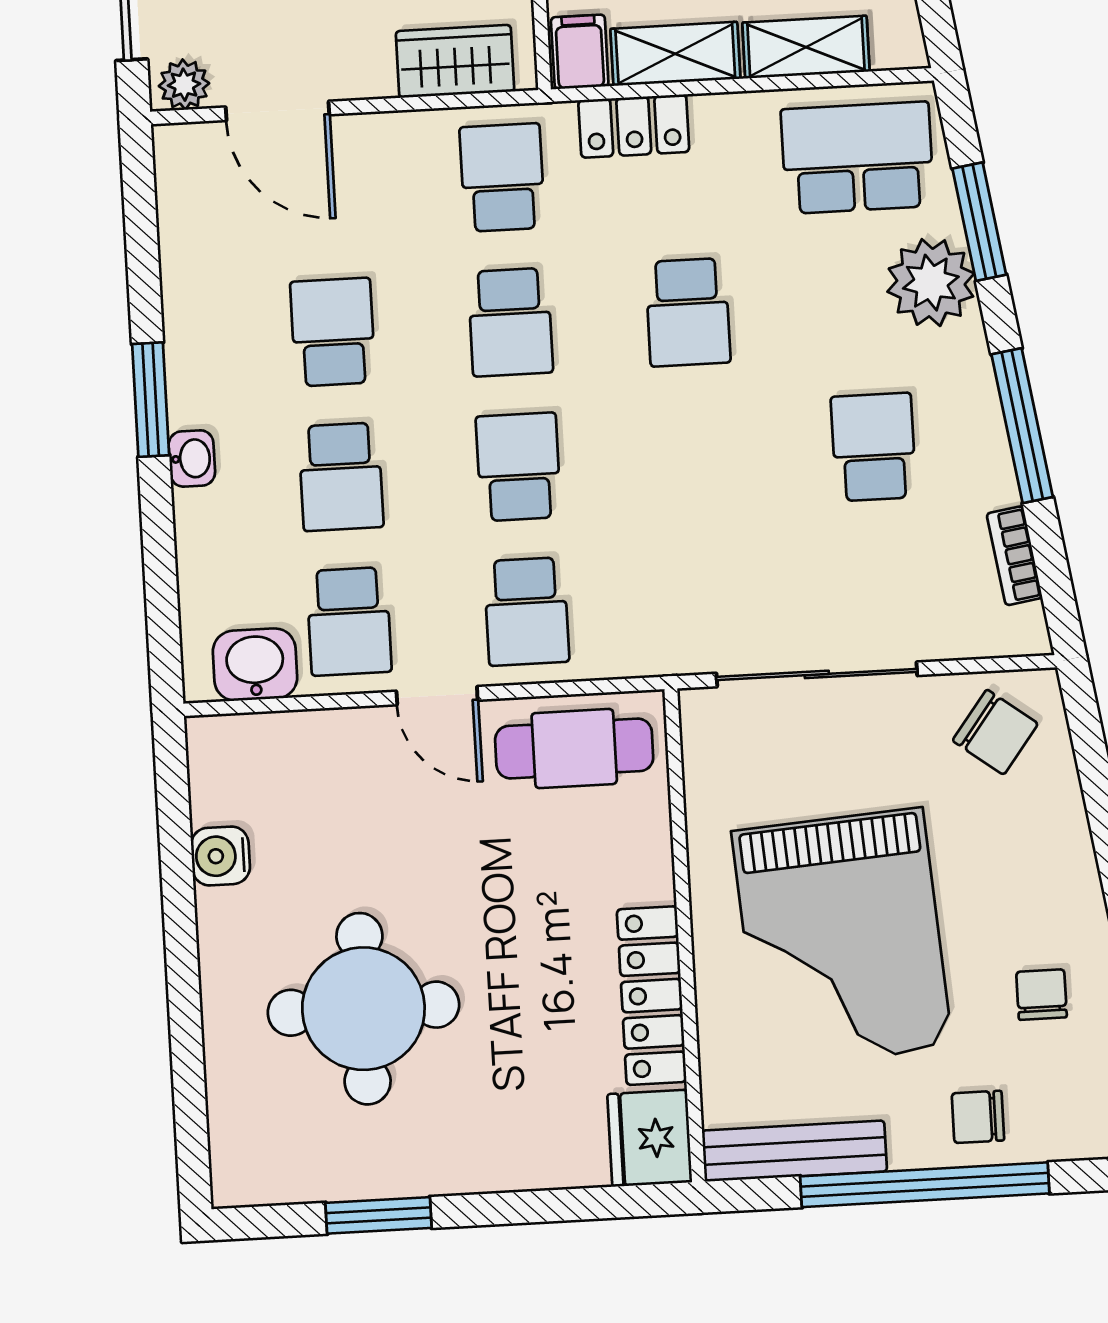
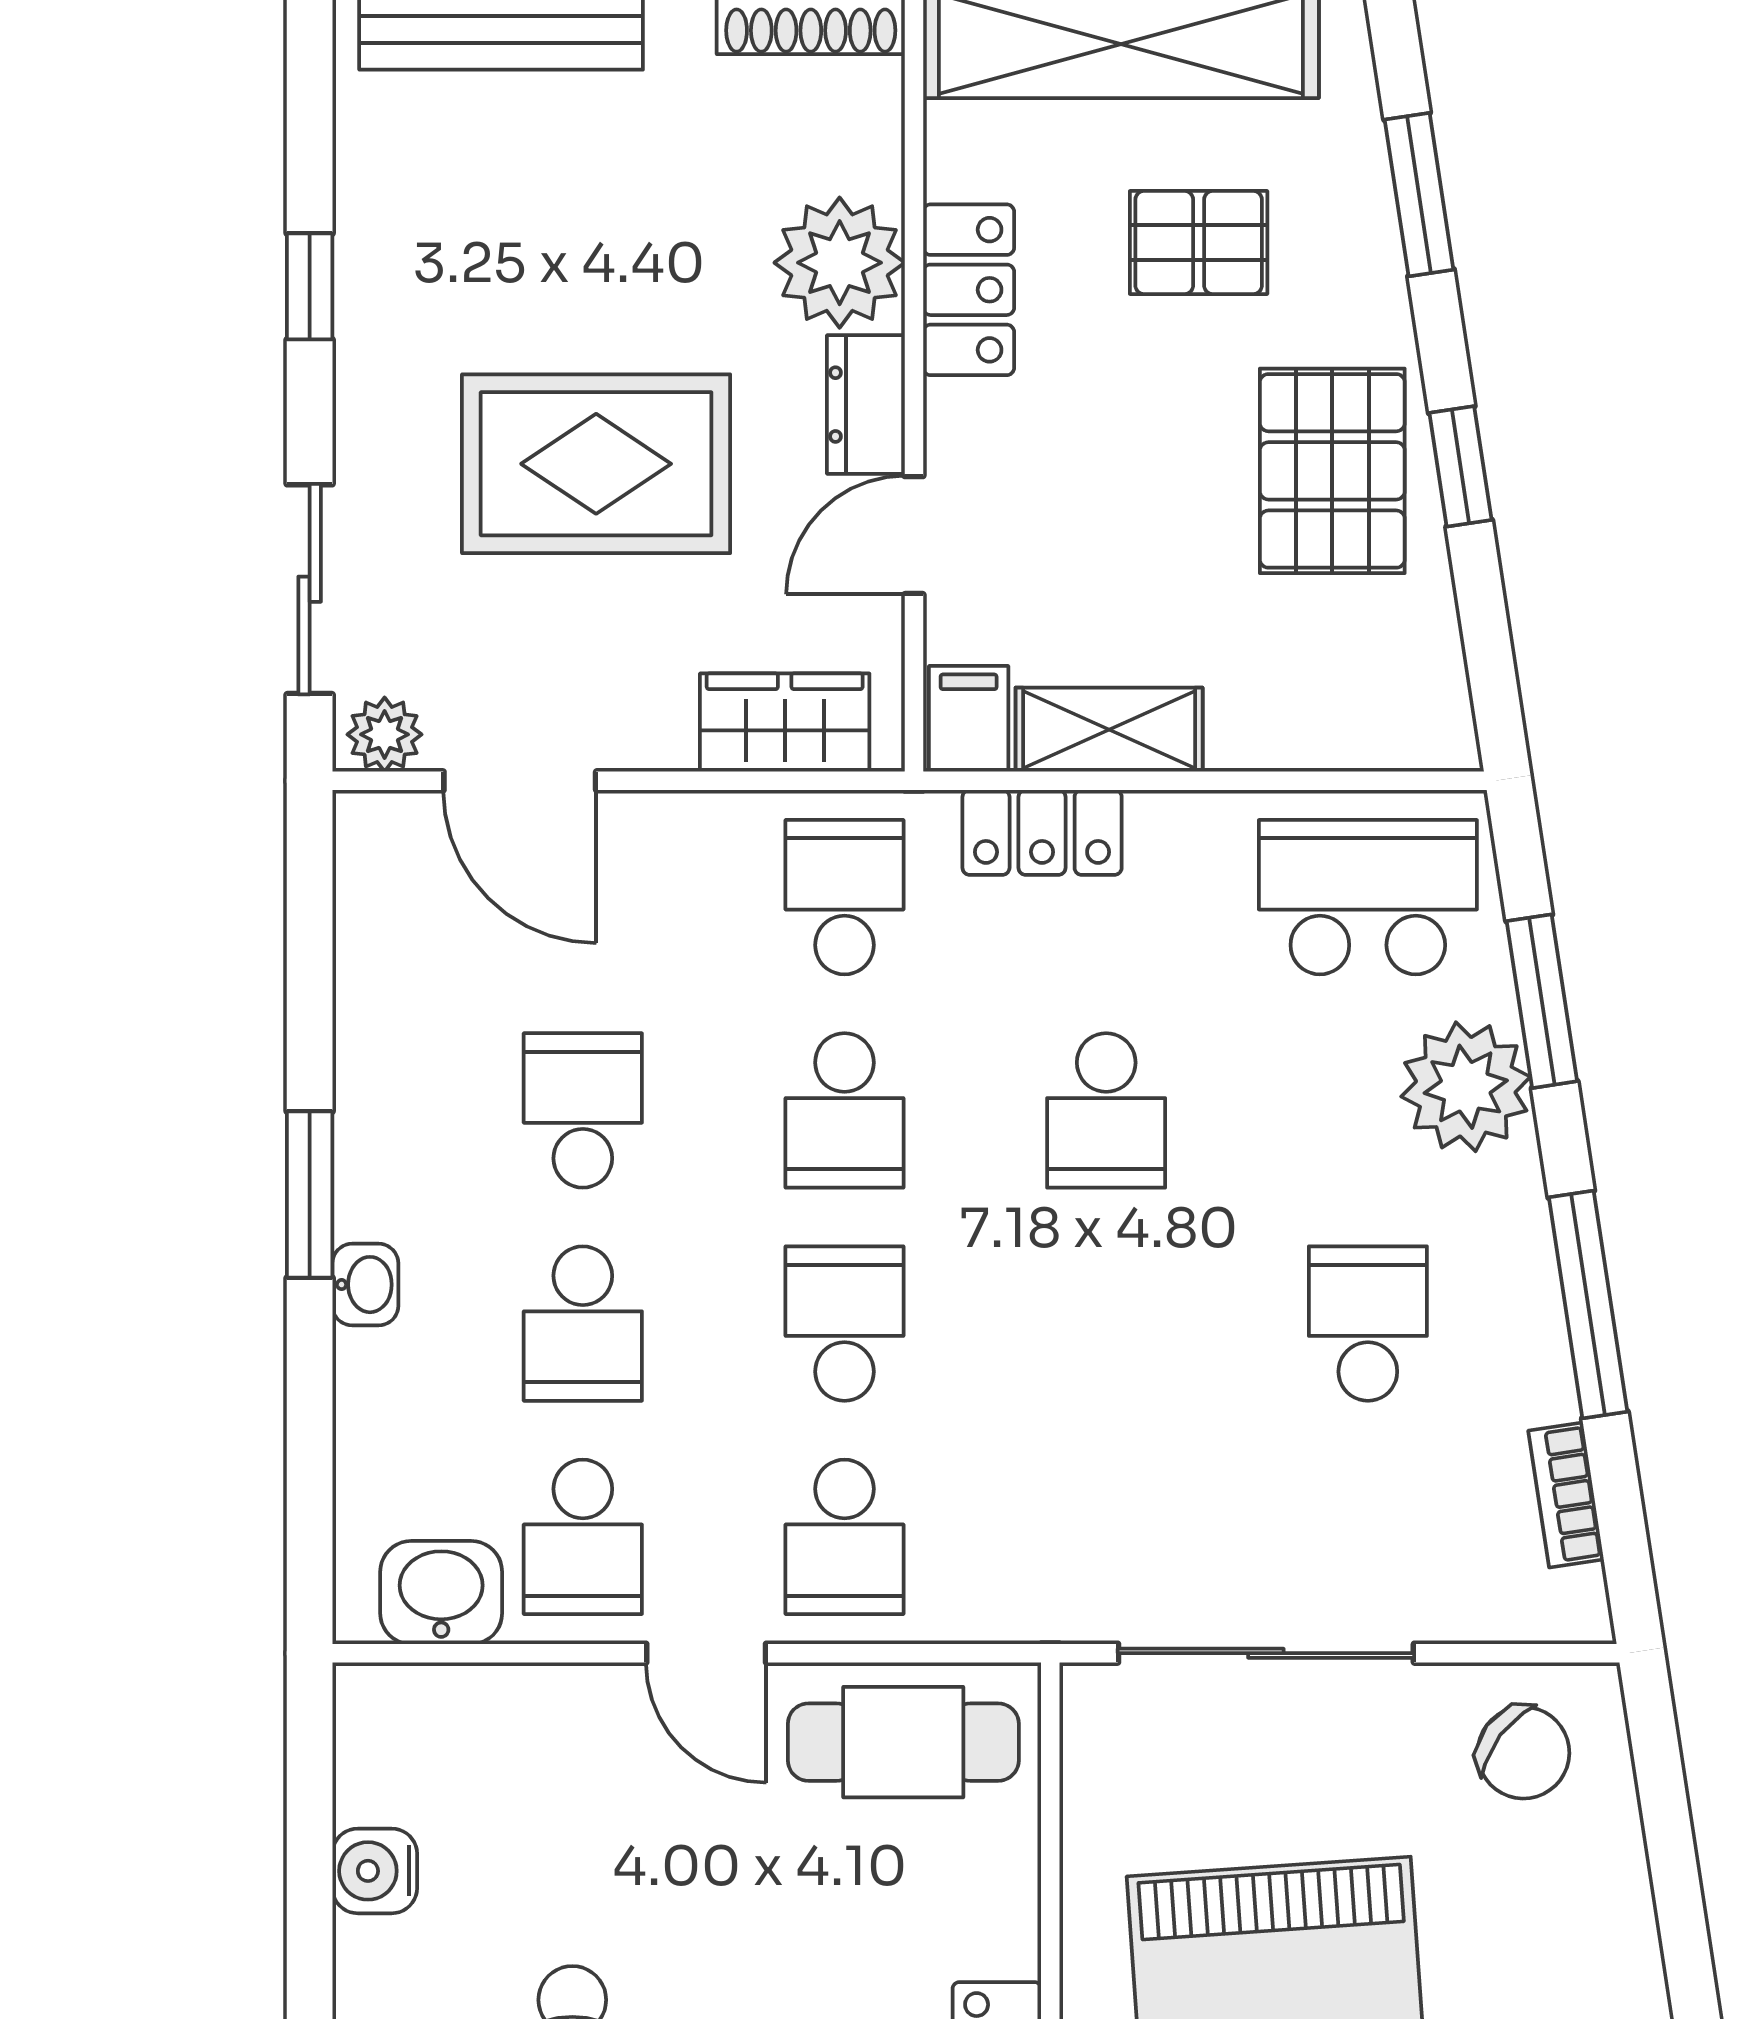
shelving: (806, 47) -> (1301, 730), removed

